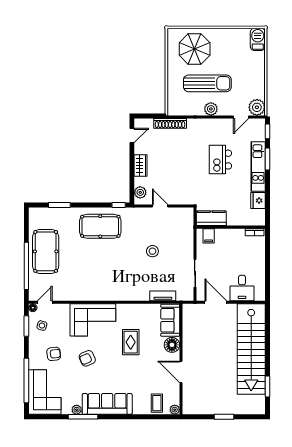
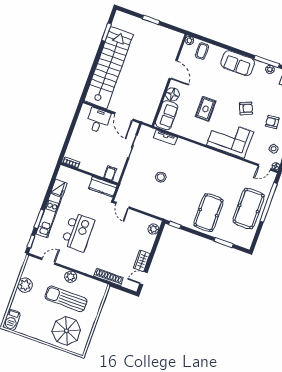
plant: (257, 107) -> (25, 285), moved
kitchen island: (220, 160) -> (78, 232), width x1.37, depth x1.28
wardrobe: (141, 166) -> (142, 261), moved
door: (160, 206) -> (122, 205), moved
pool table: (100, 226) -> (209, 213), moved, turned 90
sofa: (107, 404) -> (238, 63), width x0.73

